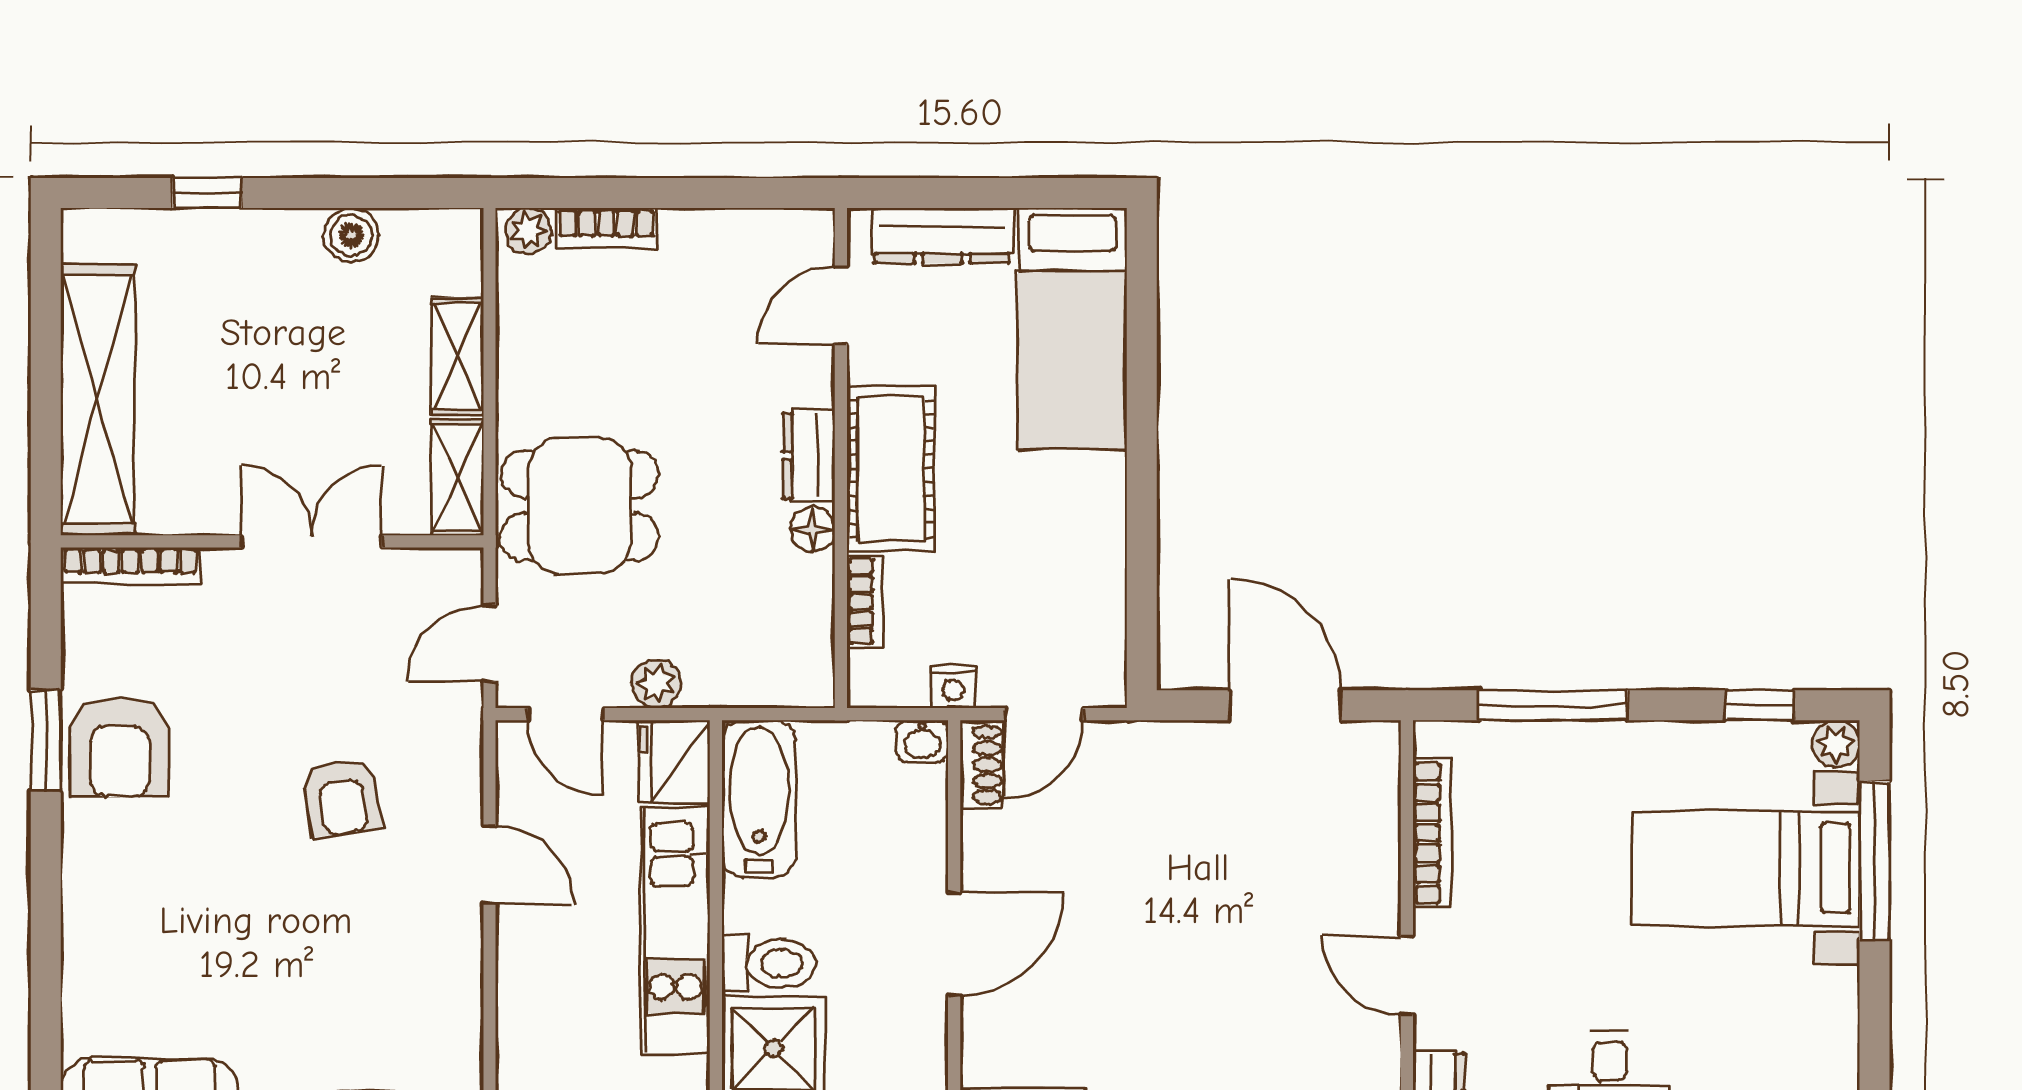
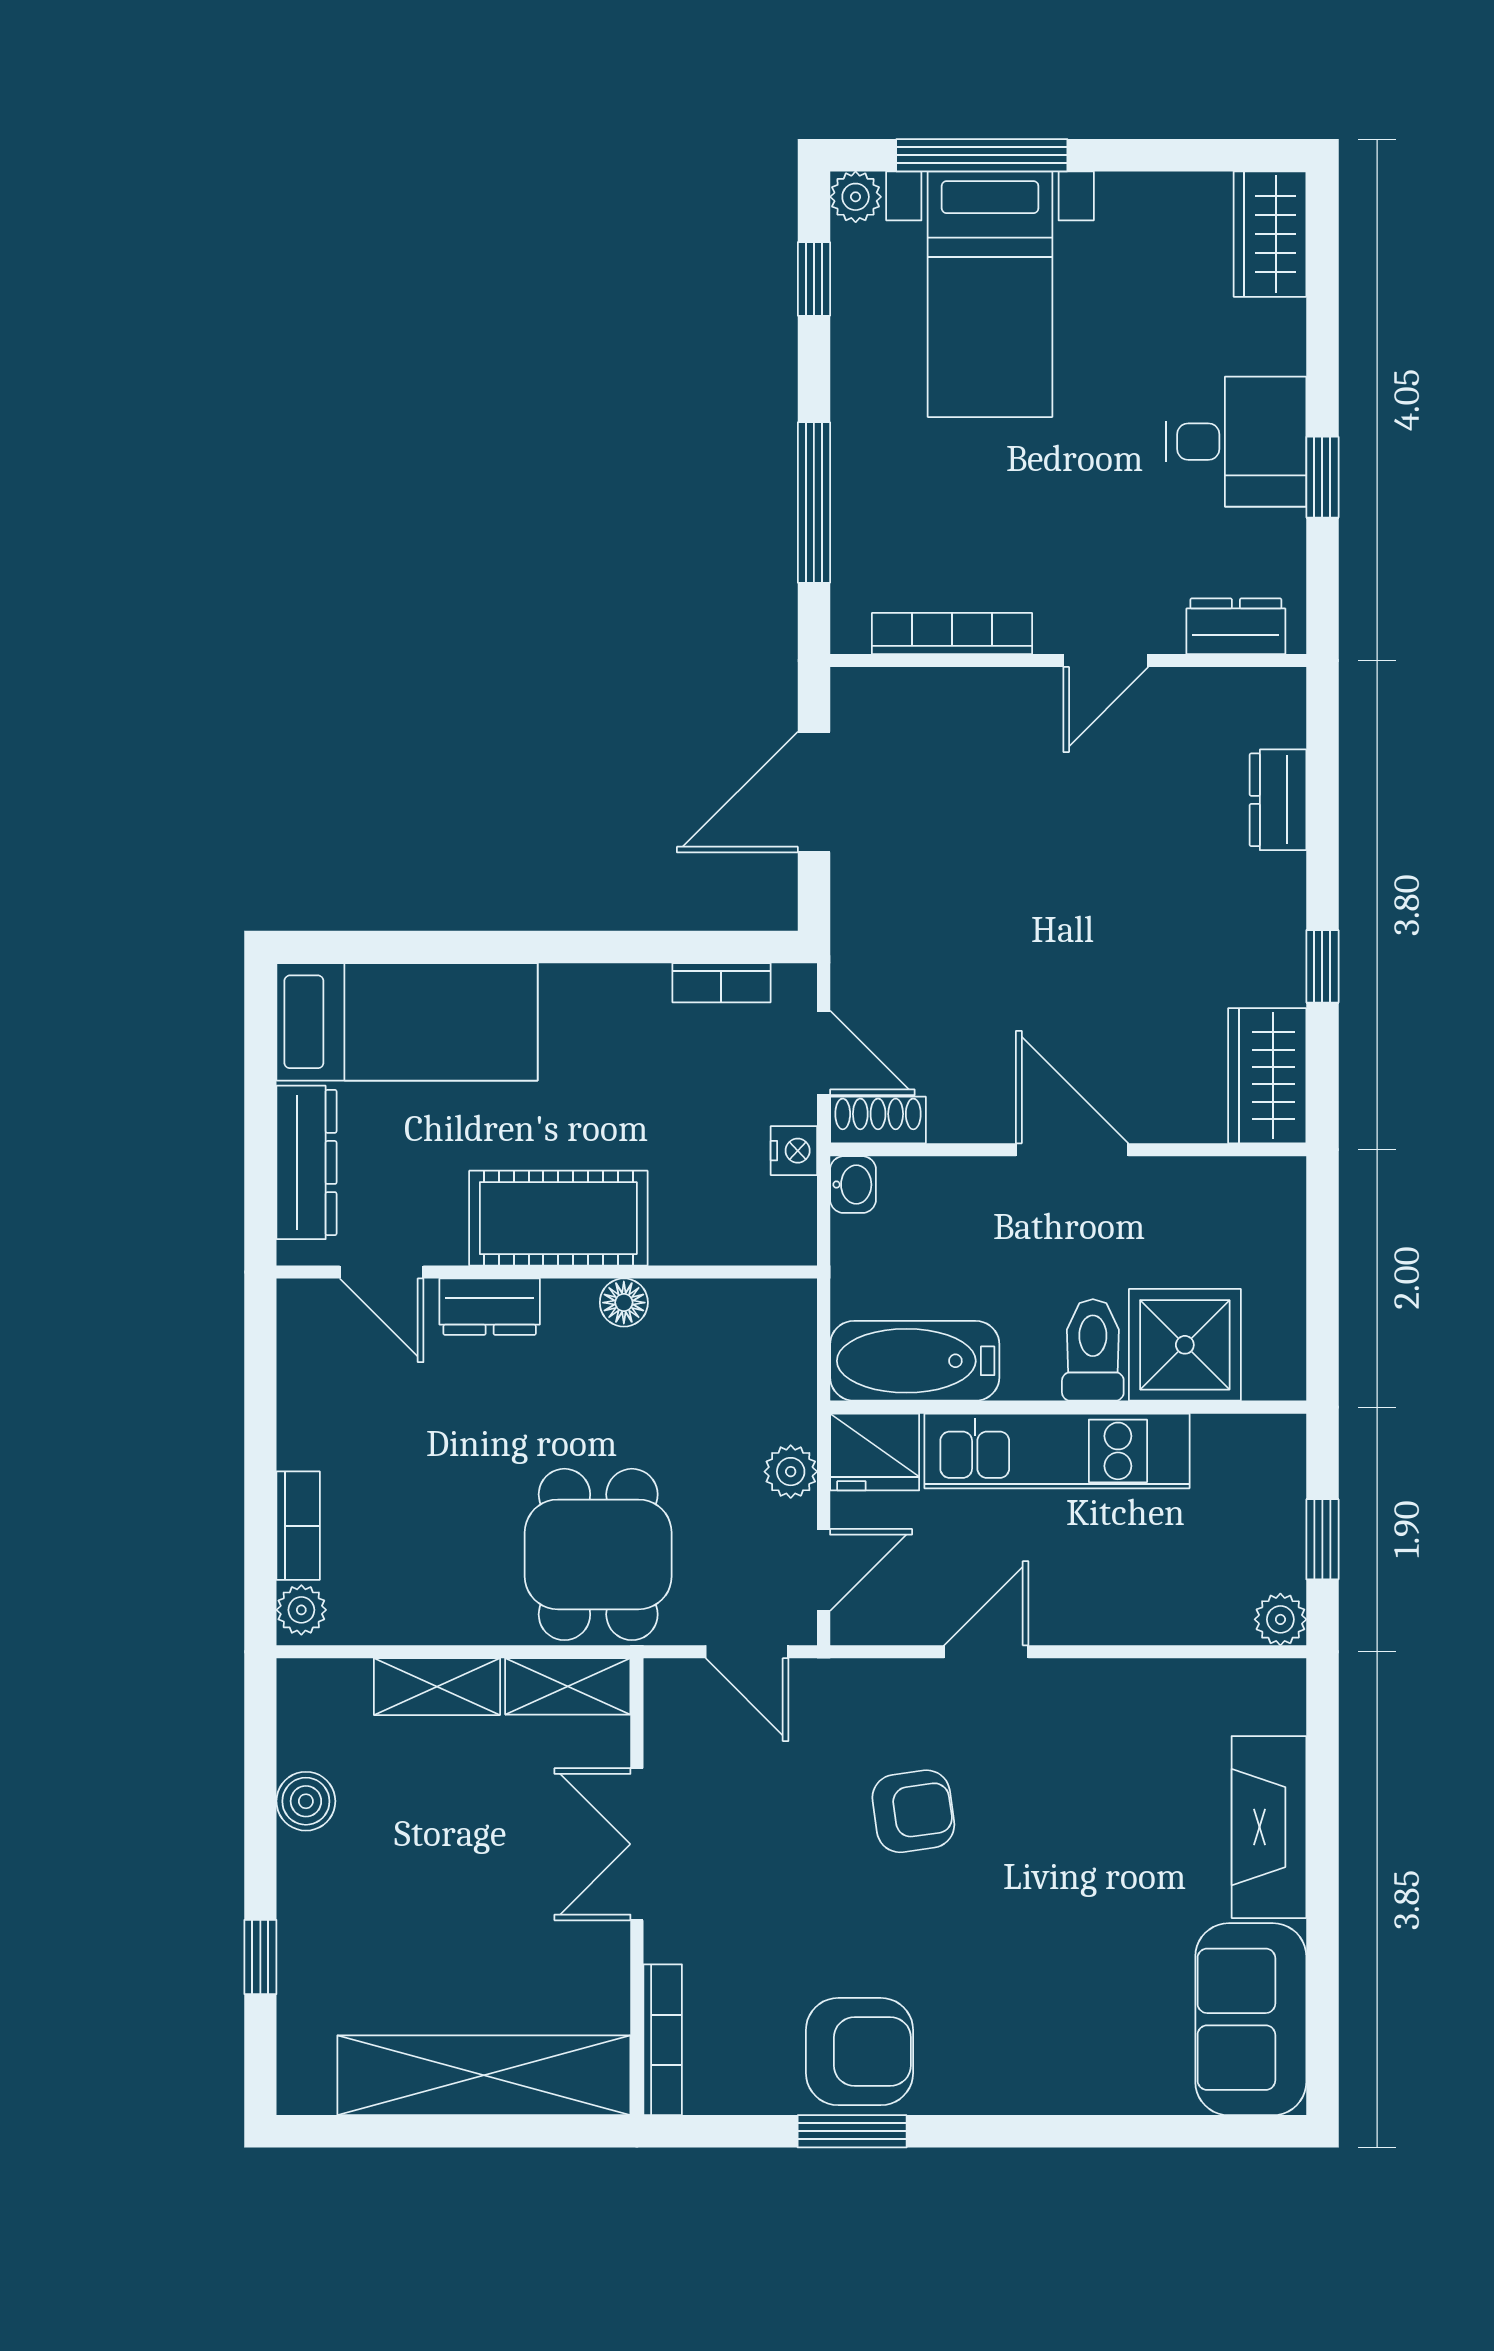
dresser: (809, 456) -> (490, 1307), moved
bookcase: (865, 602) -> (721, 983), moved, turned 180

